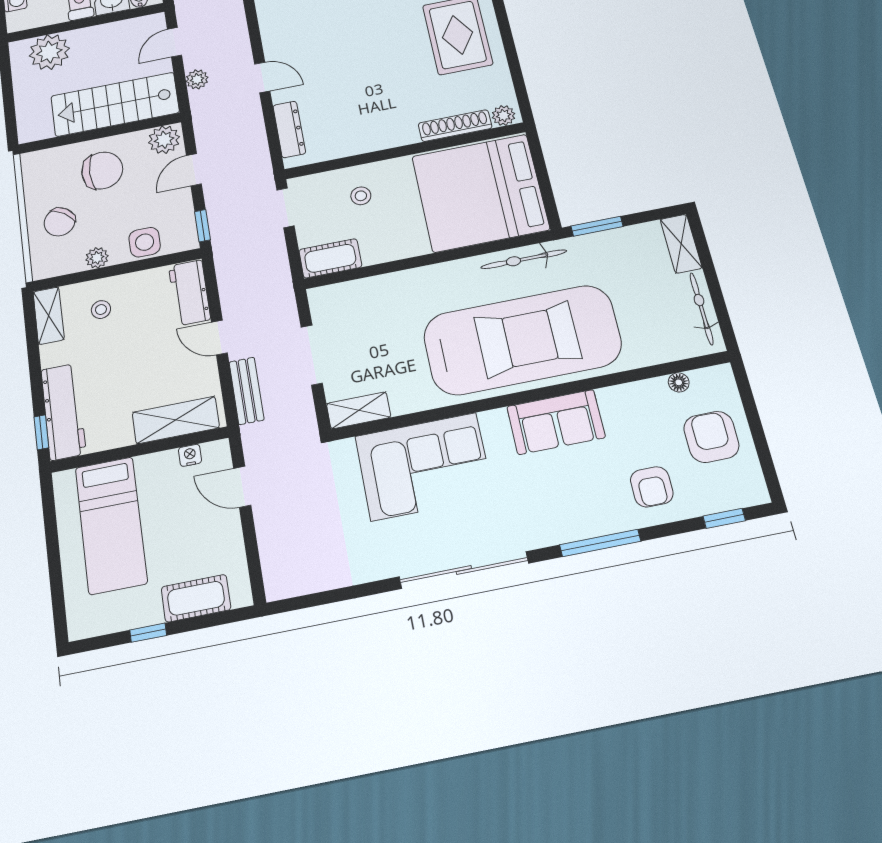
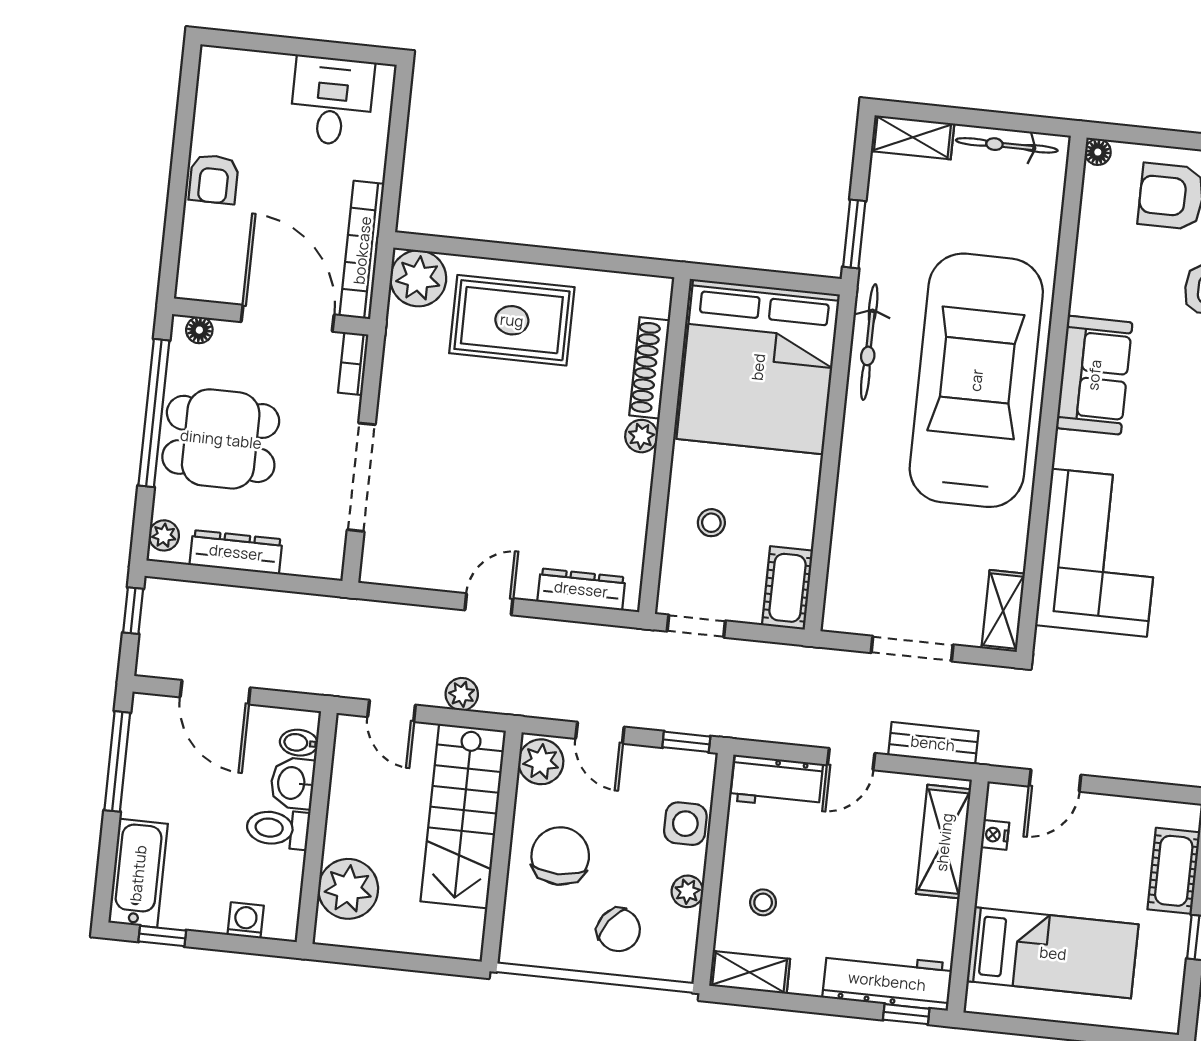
plant: (503, 116) -> (641, 436), moved
floor lamp: (679, 382) -> (1098, 152), moved

